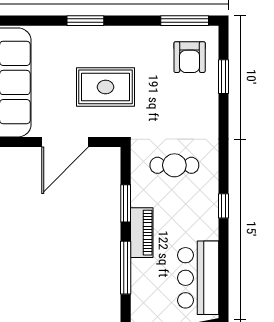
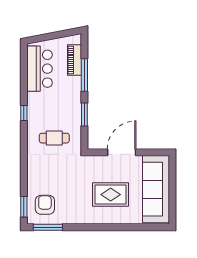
window: (85, 21) -> (109, 227), removed
window: (224, 77) -> (24, 207), moved
rug: (106, 87) -> (111, 195), moved
piano: (142, 233) -> (74, 60), moved

